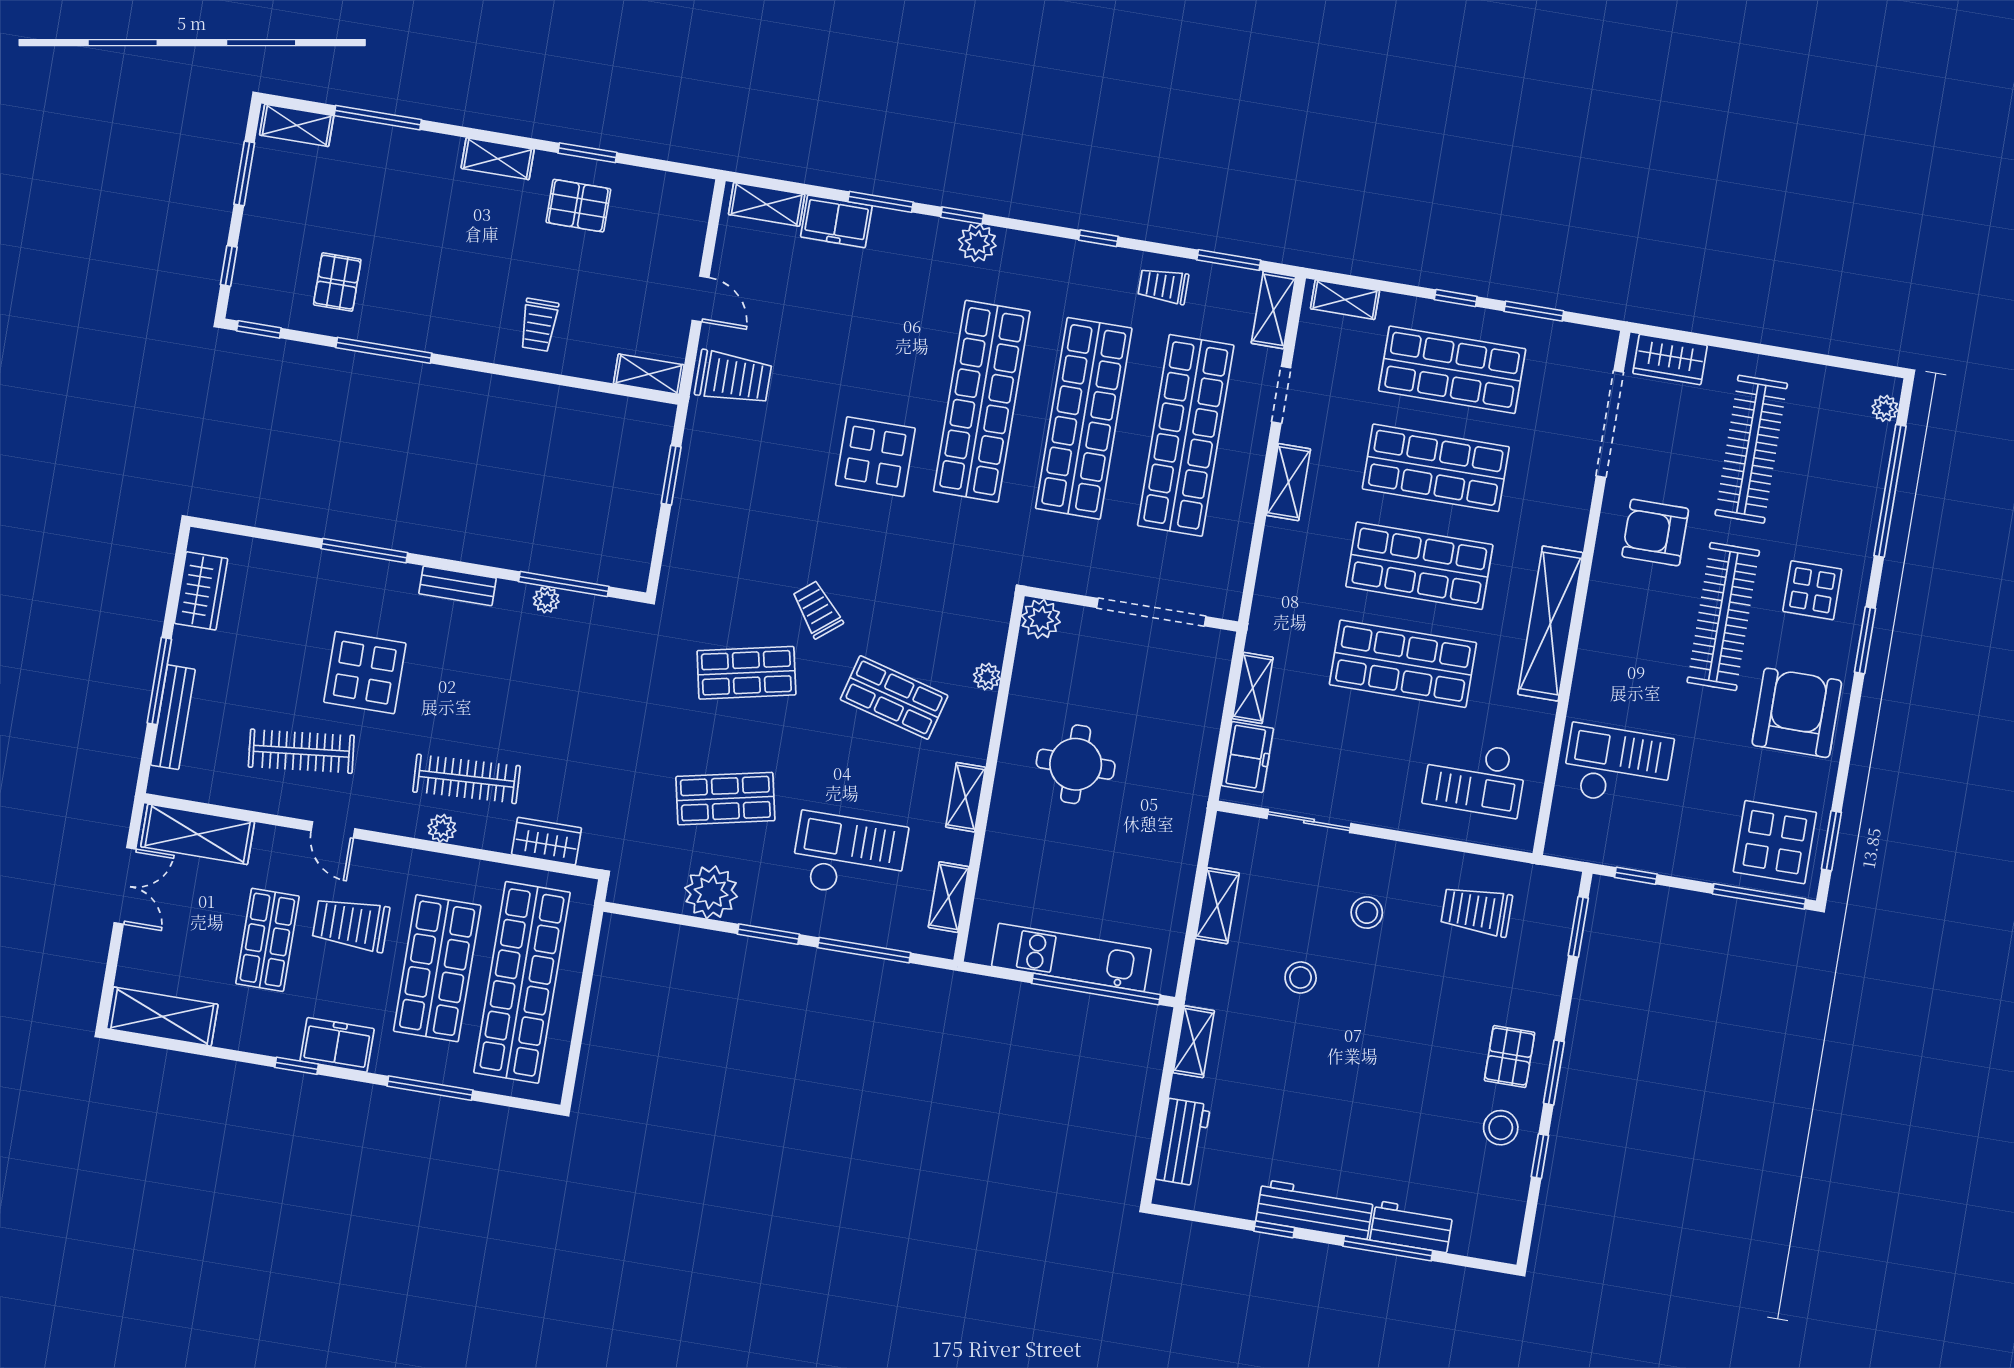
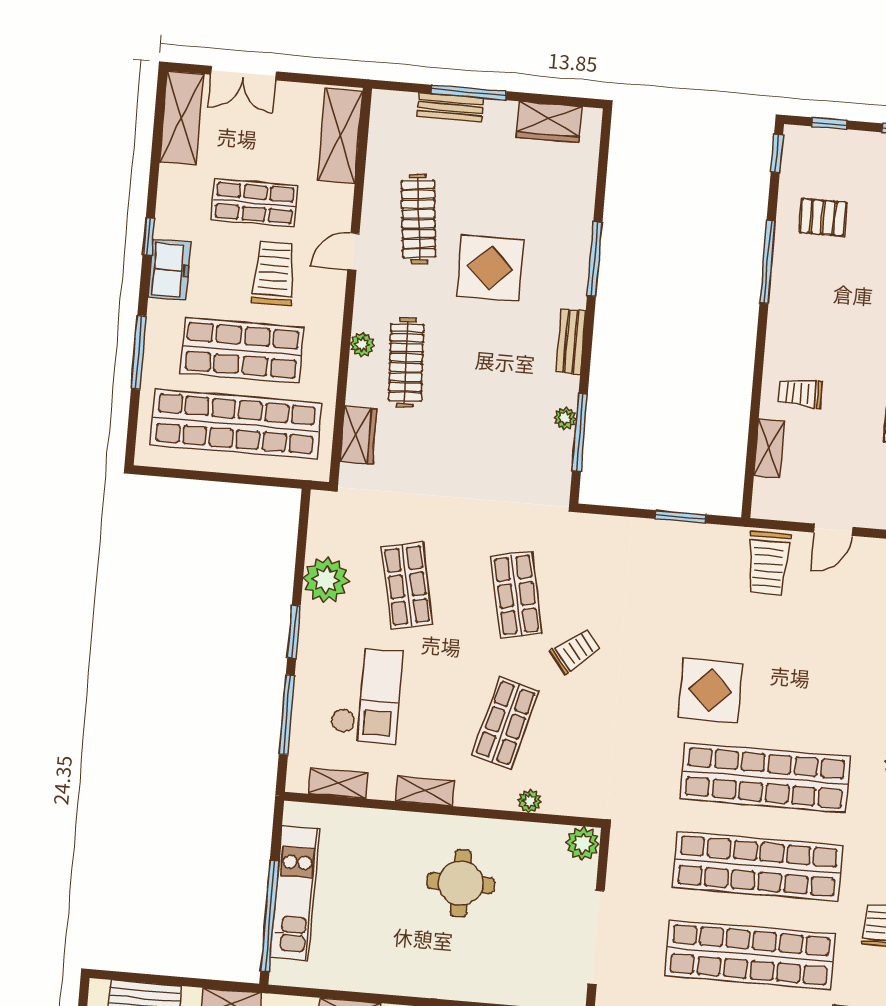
shelving: (649, 374) -> (769, 448), moved
bench: (173, 717) -> (450, 108), width x0.73
double door: (125, 886) -> (243, 73), moved

